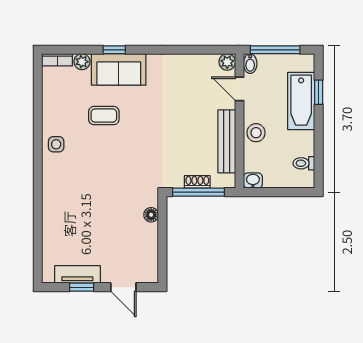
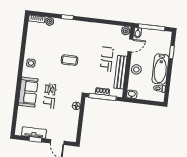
sofa: (119, 69) -> (28, 92), moved, turned -90
door: (239, 89) -> (130, 45), swing flipped
bathtub: (301, 101) -> (160, 69), moved
coffee table: (104, 116) -> (70, 60), moved

